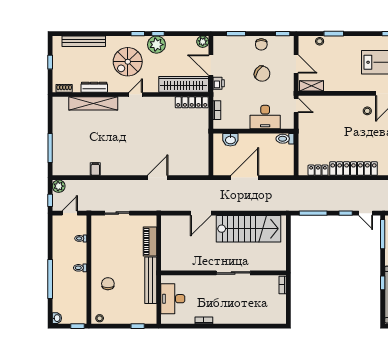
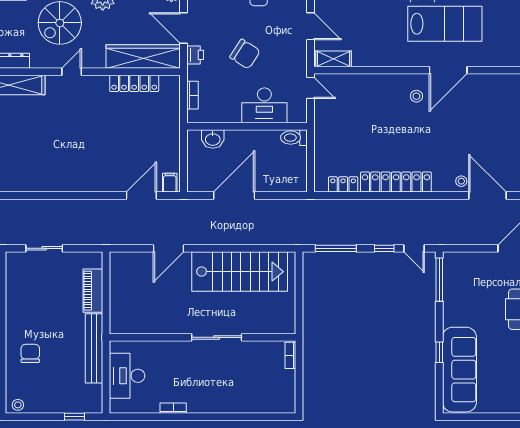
chair: (262, 74) -> (245, 54), moved
locker: (192, 102) -> (134, 83), moved
filing cabinet: (95, 169) -> (170, 183), moved
door: (158, 178) -> (141, 196), moved

